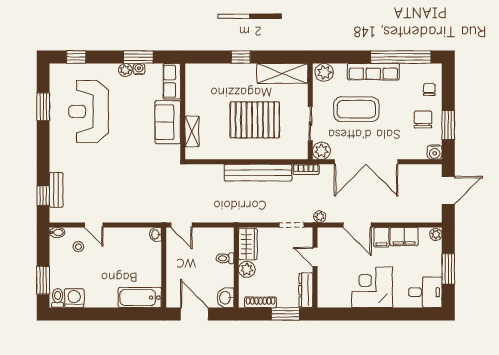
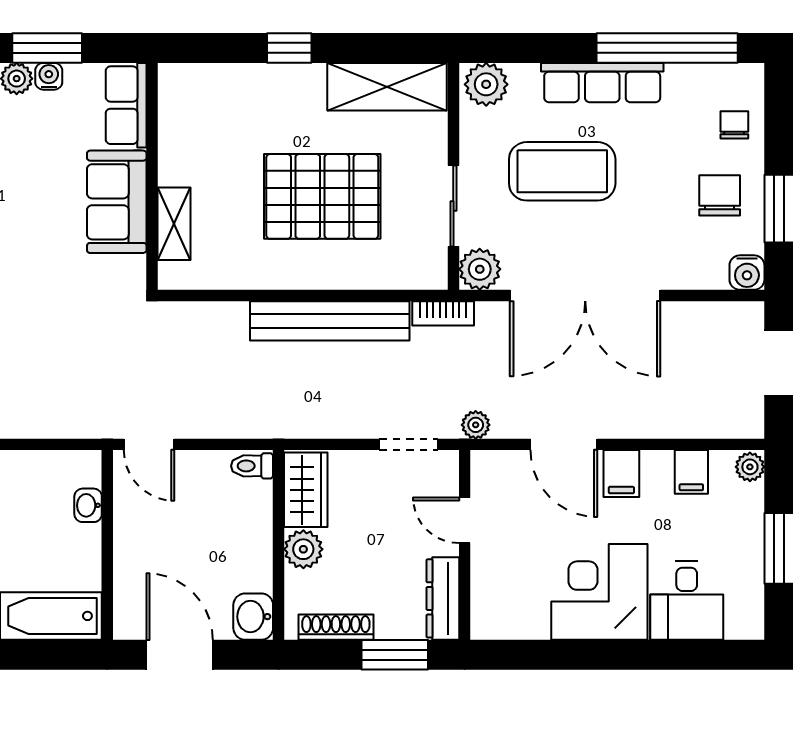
washbasin: (156, 234) -> (88, 505), moved
filing cabinet: (404, 237) -> (691, 472), width x0.50
toilet: (225, 258) -> (252, 466), moved
desk: (425, 292) -> (687, 601), moved, turned 90

